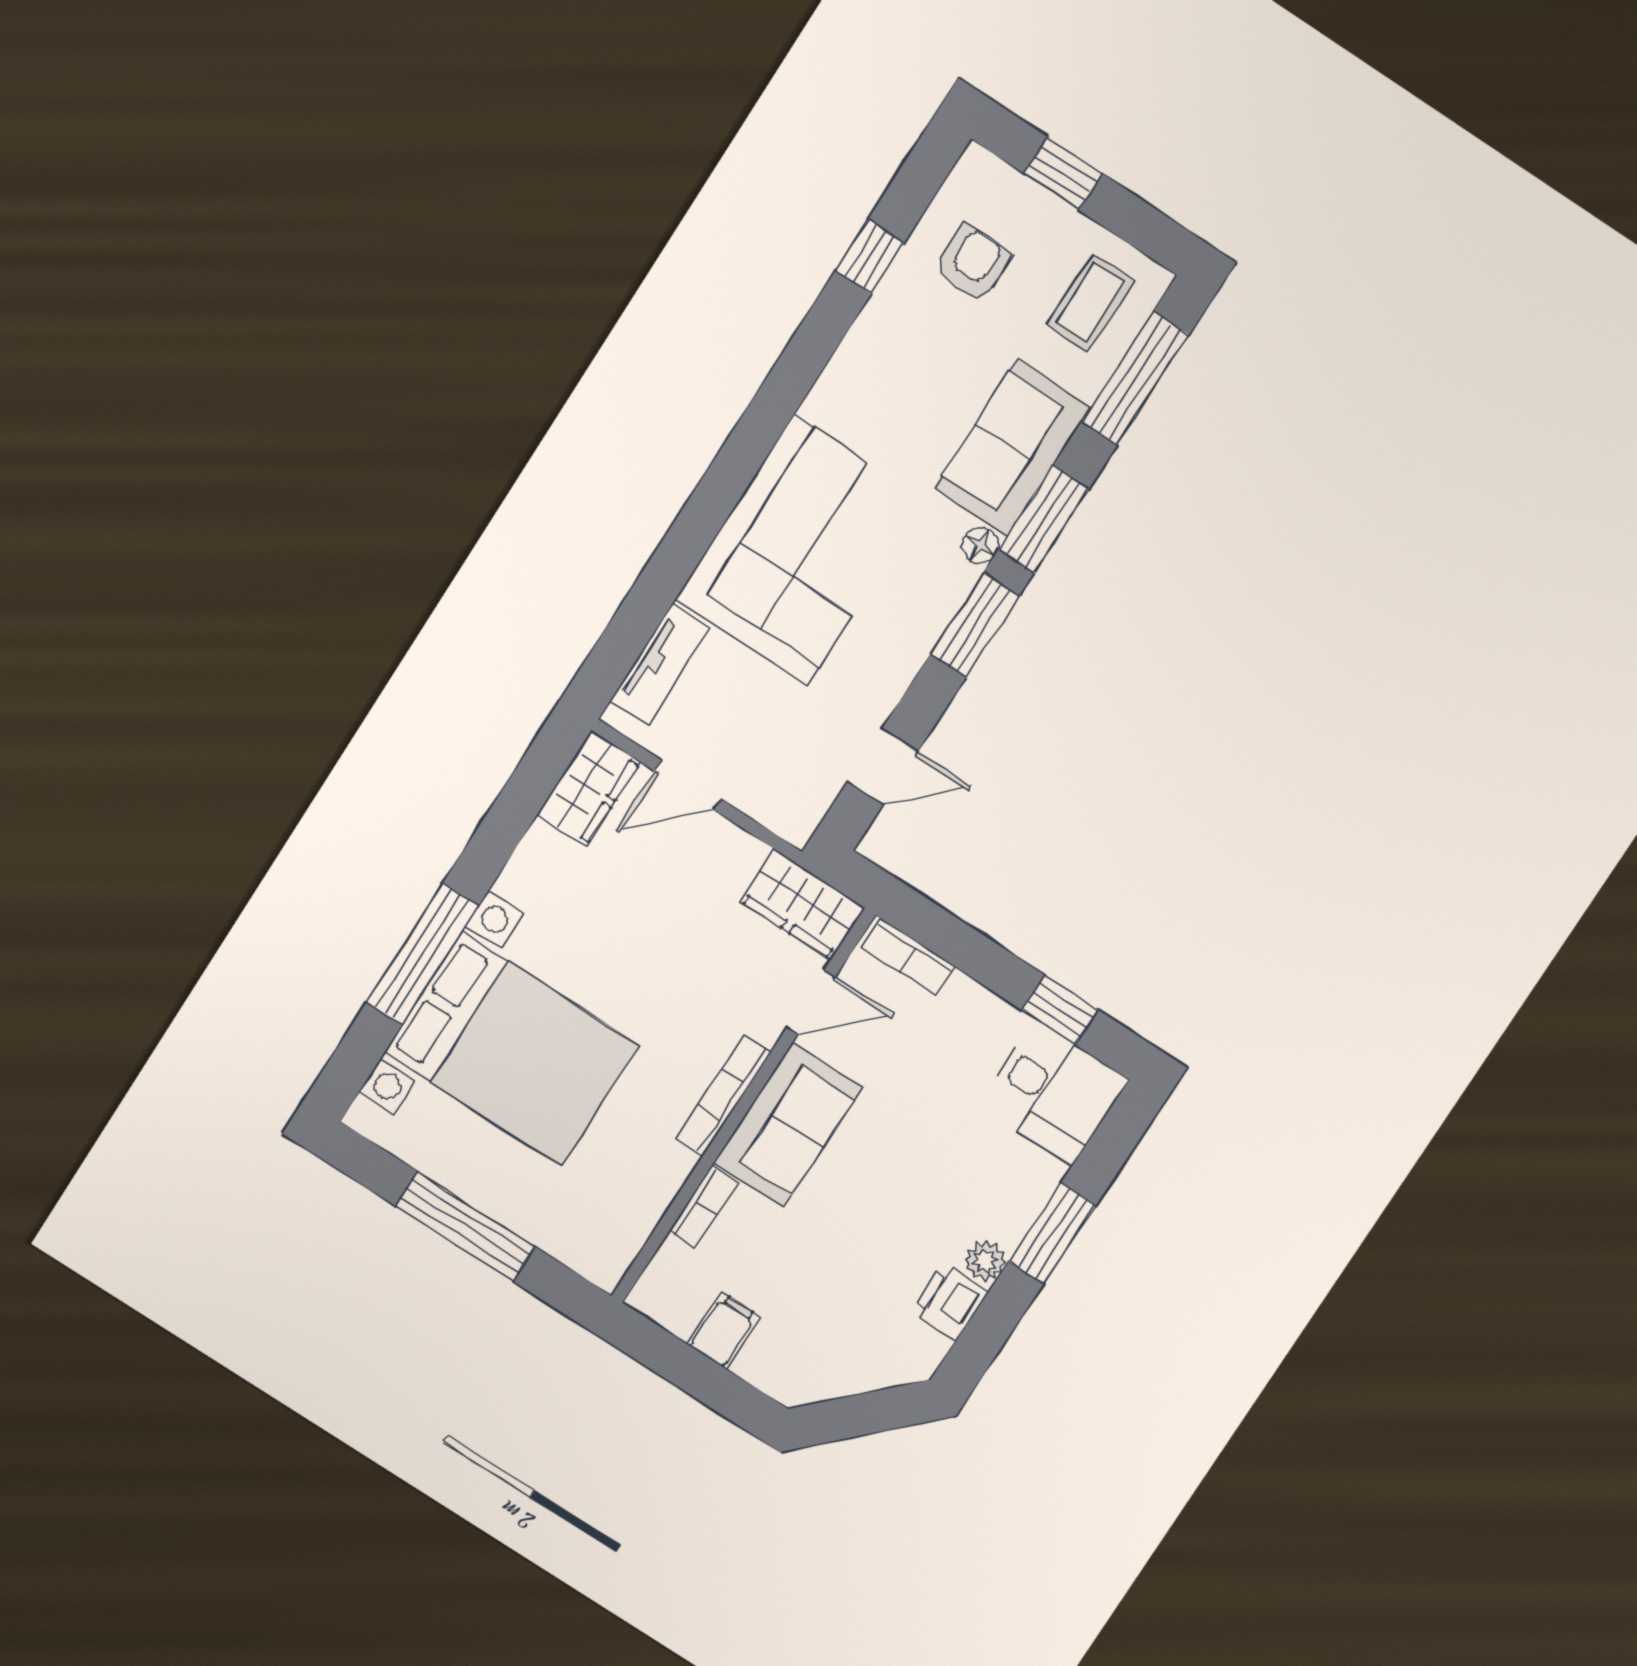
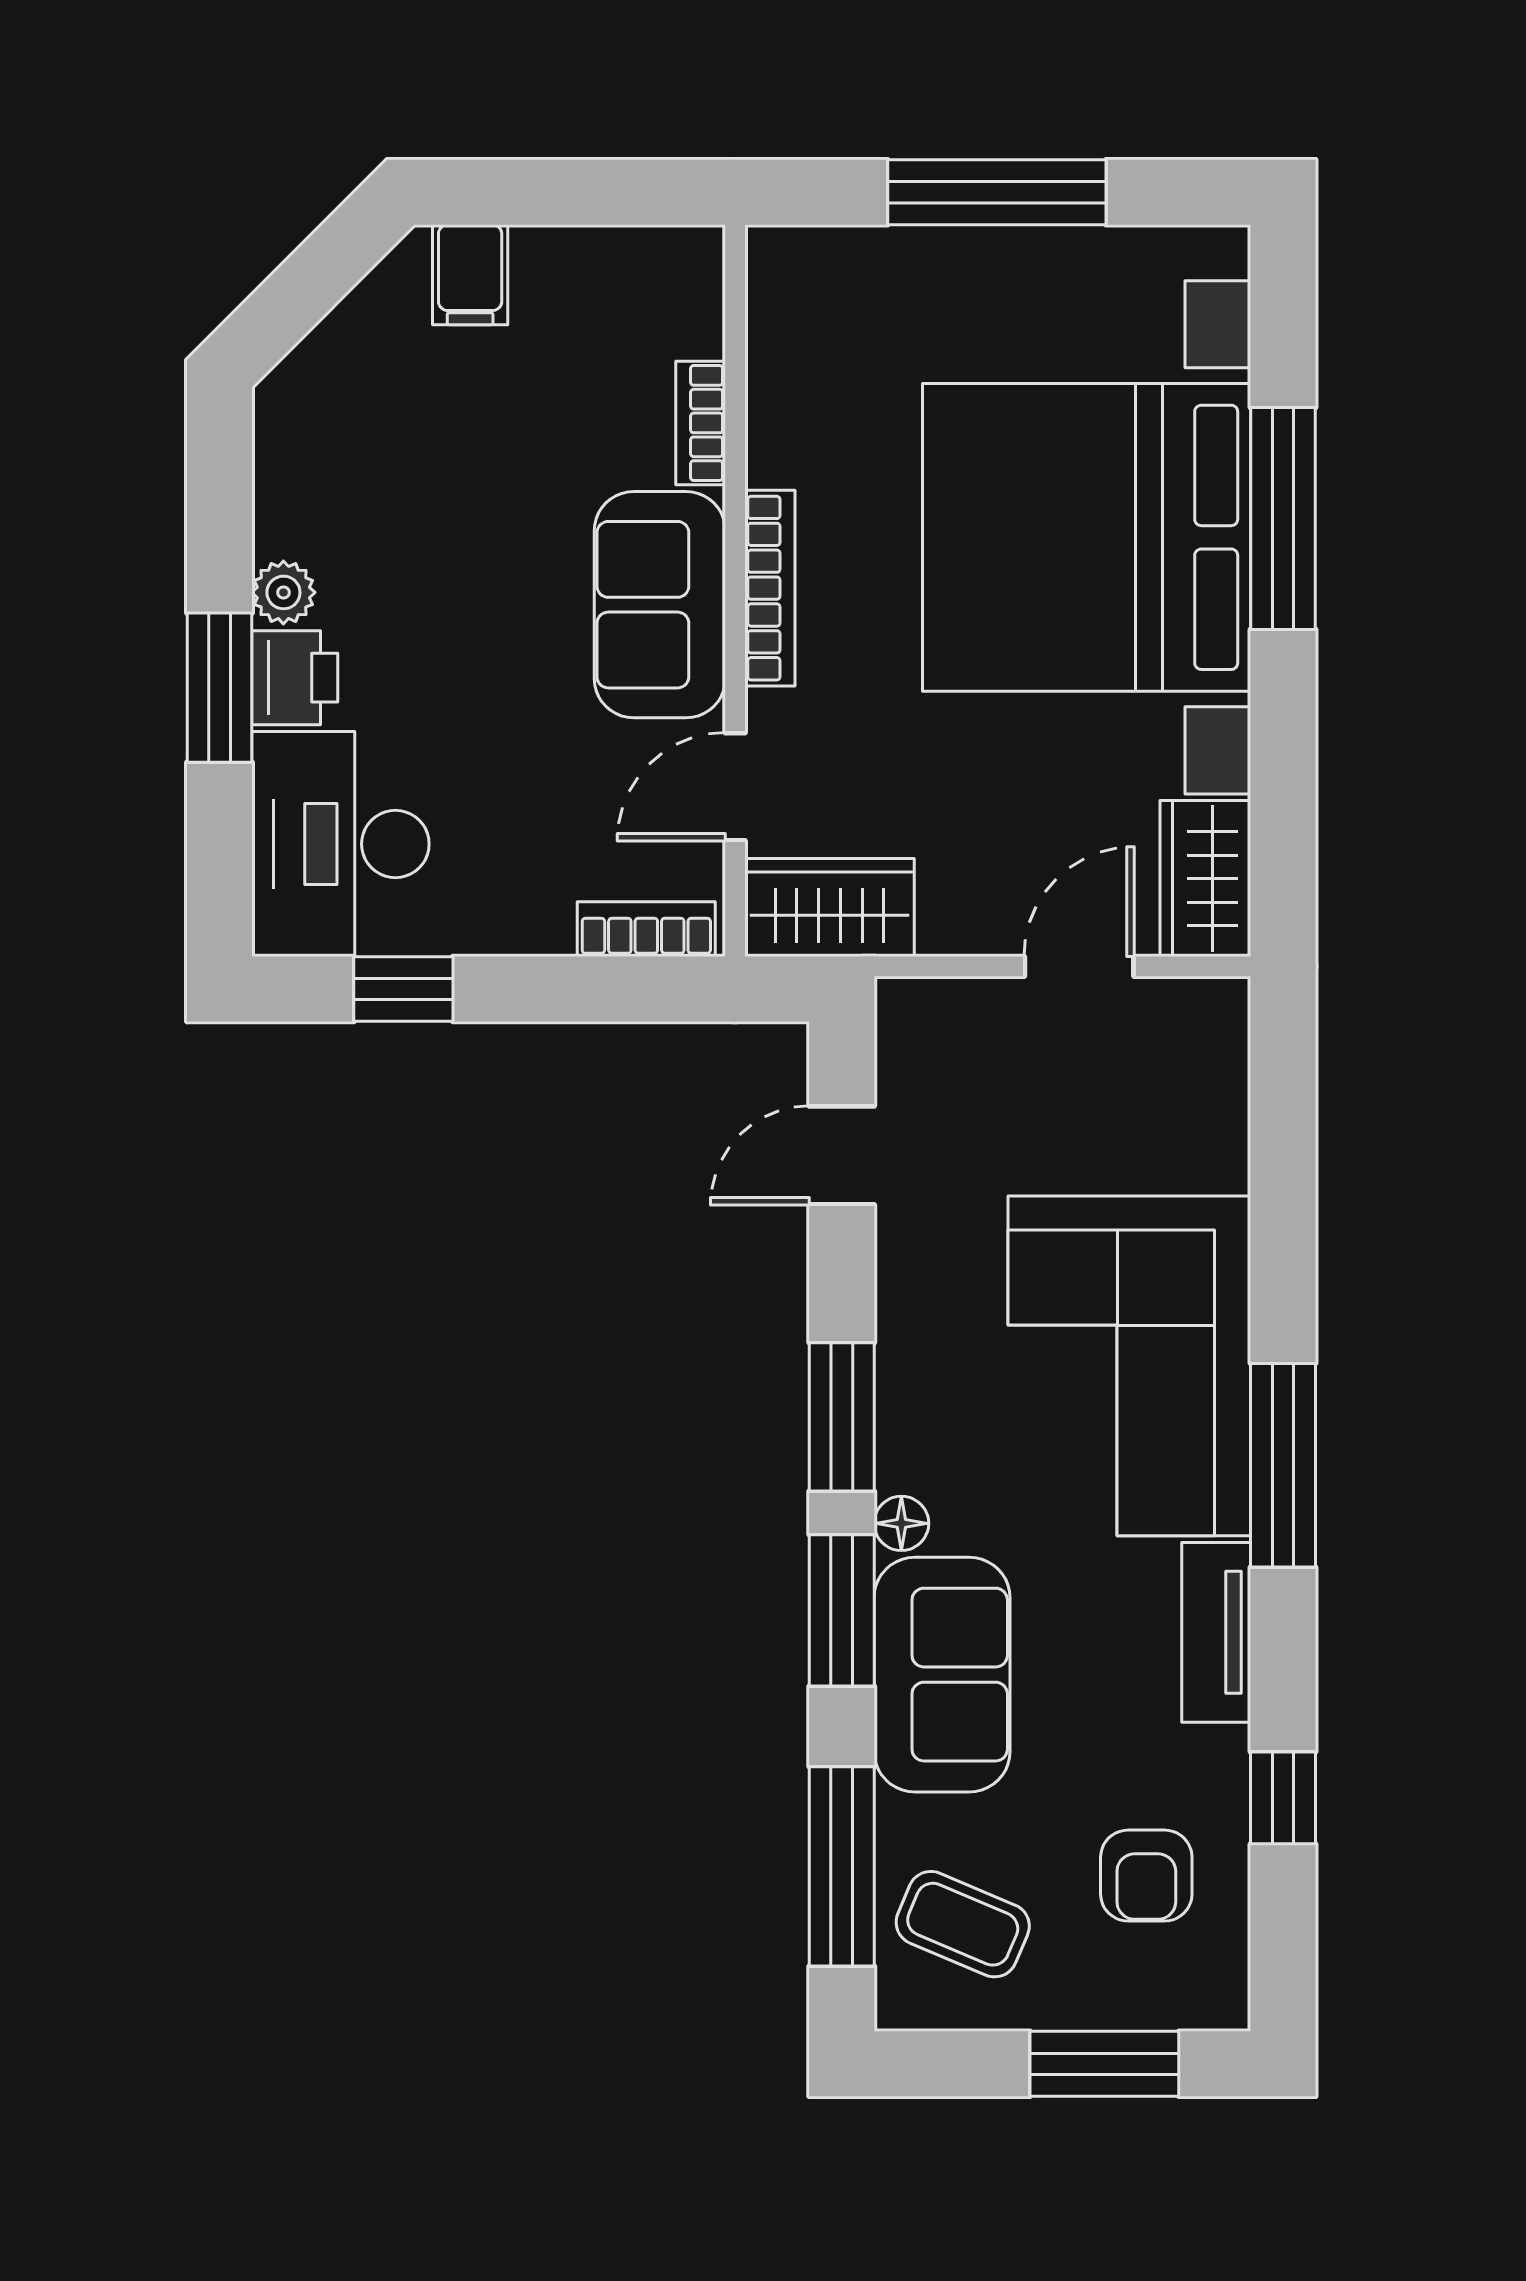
window: (1063, 173) -> (1104, 2064), width x1.50
coffee table: (1090, 303) -> (963, 1924), turned -67
window: (752, 441) -> (1283, 1465), added
tv unit: (660, 664) -> (1216, 1632), moved
bed with nightstands: (512, 1049) -> (1087, 537), width x1.36
desk: (1053, 1093) -> (340, 844), width x1.37
printer: (949, 1302) -> (295, 678), moved
filing cabinet: (724, 1331) -> (470, 275), moved

